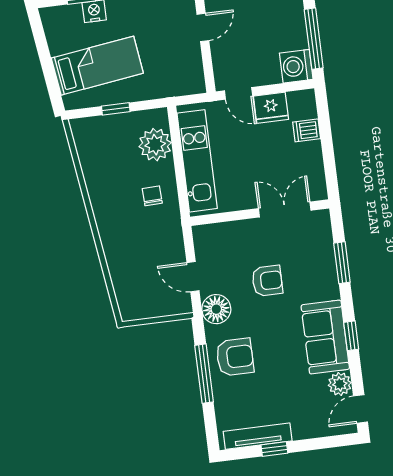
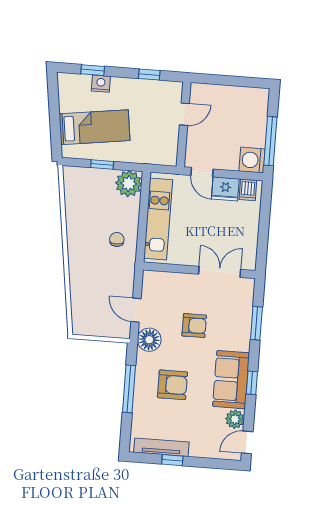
dishwasher: (307, 130) -> (248, 190), moved, turned -90
plant: (155, 145) -> (129, 184), moved
armchair: (235, 357) -> (172, 385), moved

